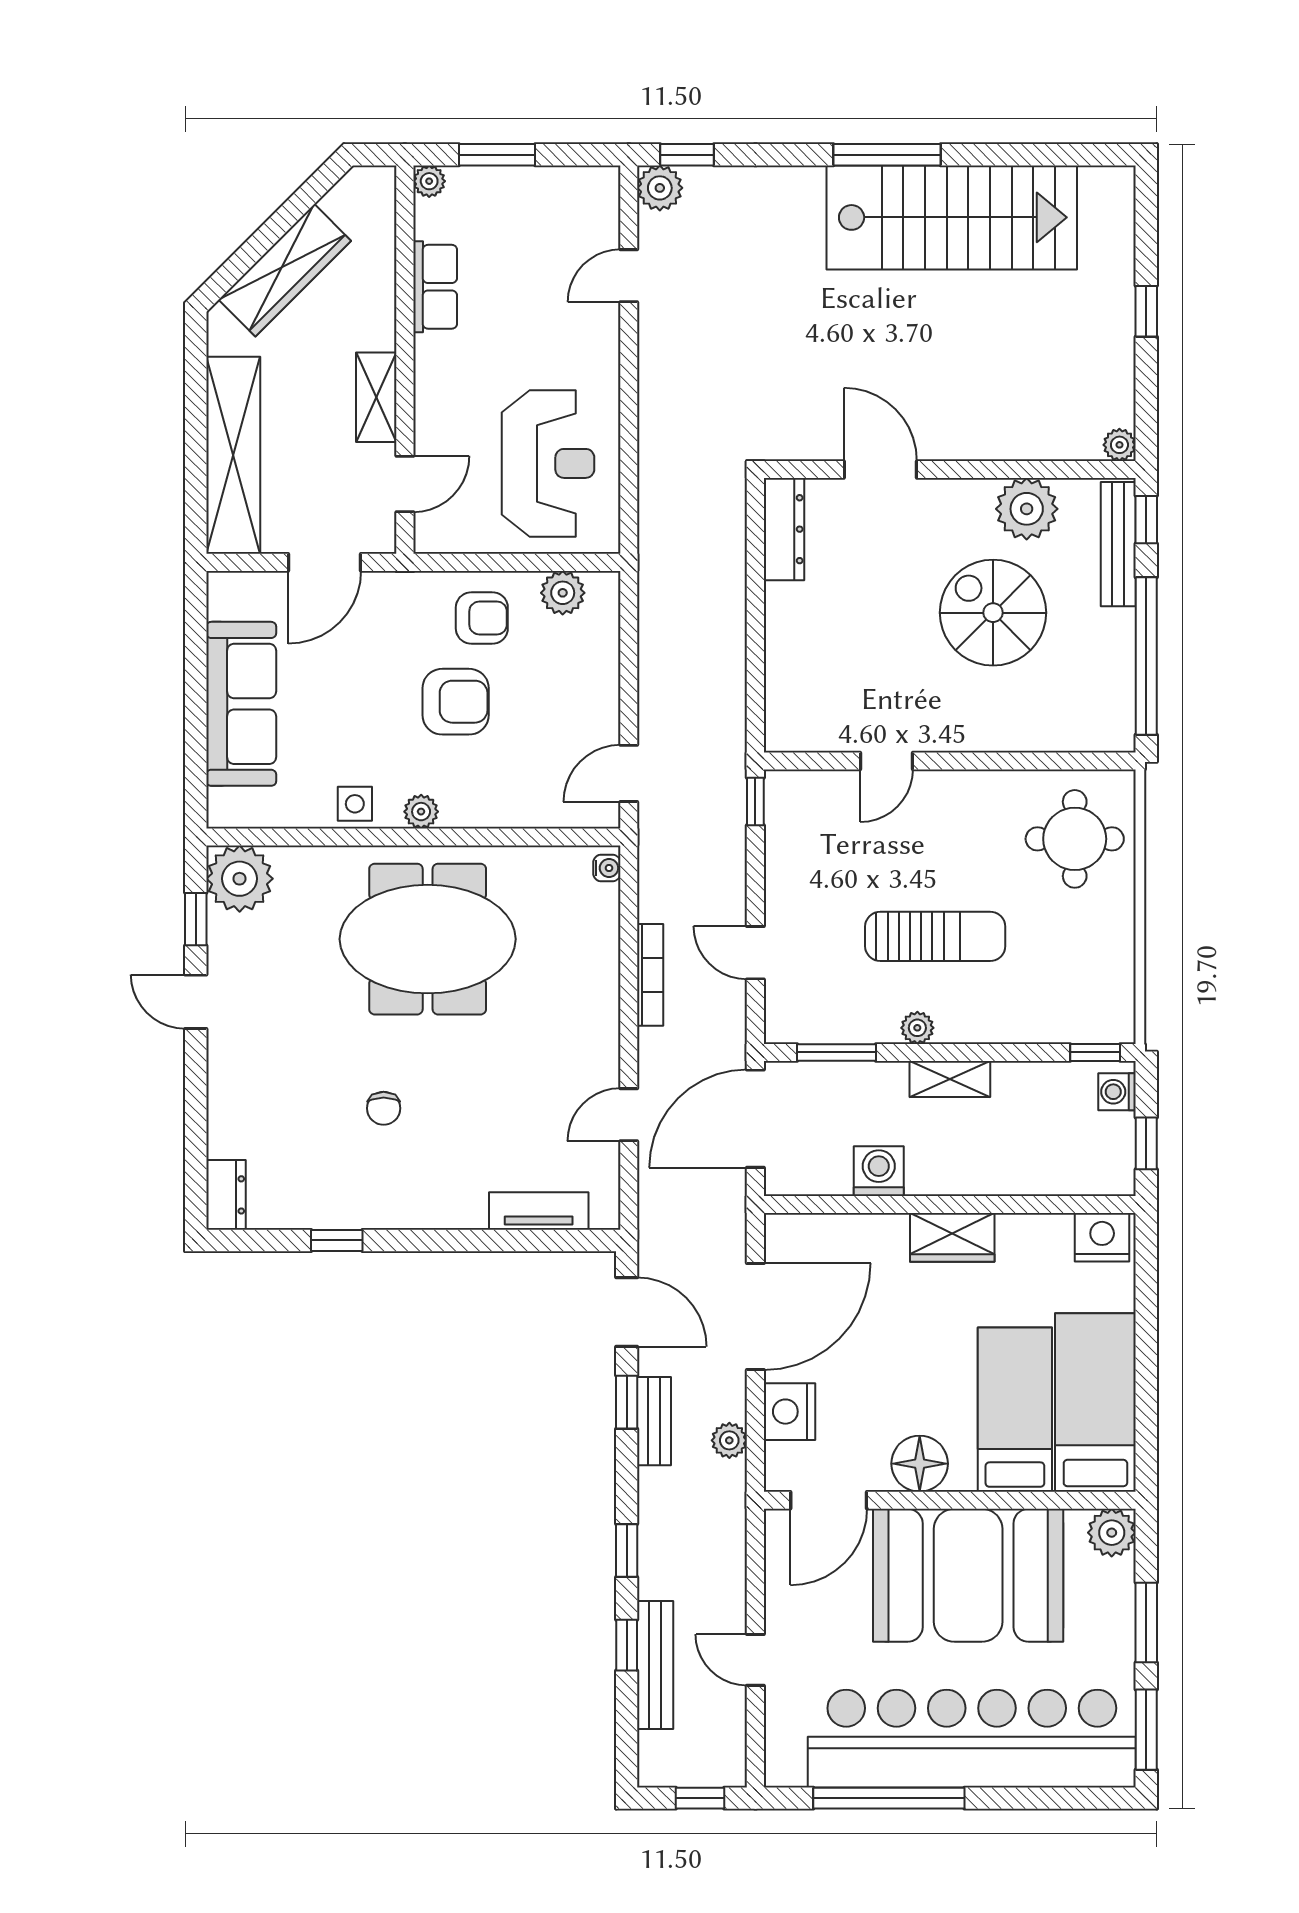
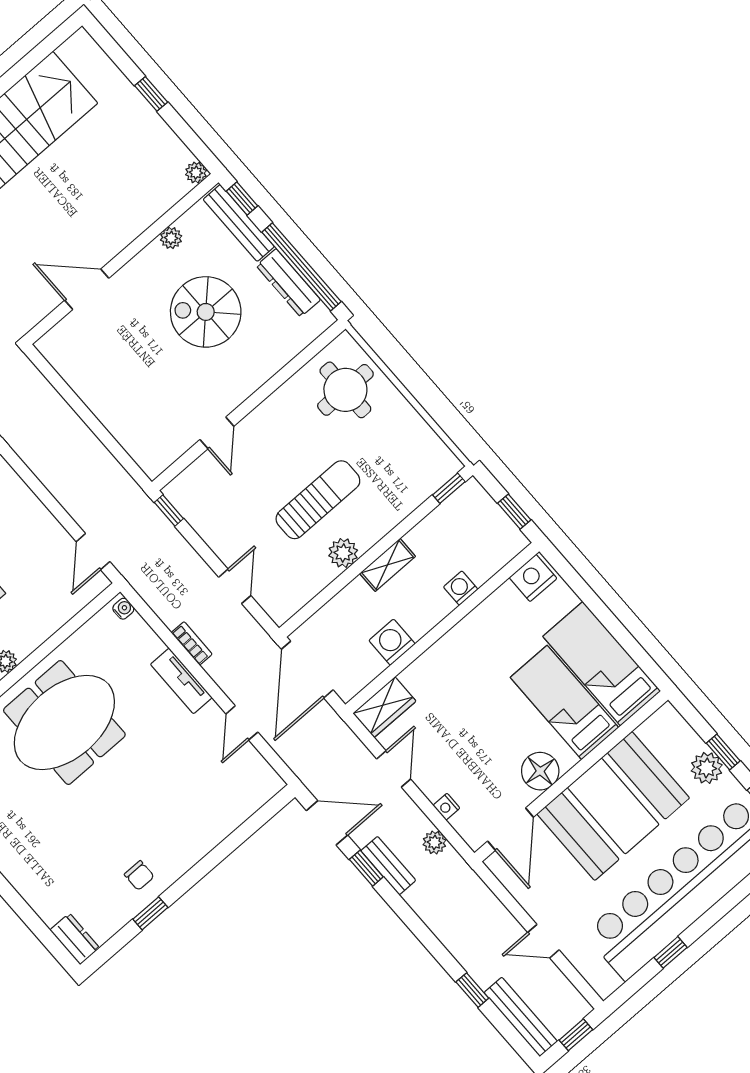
plant: (1027, 509) -> (171, 238), width x0.53, depth x0.53
dresser: (784, 529) -> (288, 283), moved, turned 180
door: (755, 953) -> (235, 586), swing flipped
bookcase: (650, 975) -> (192, 643), width x0.64
plant: (917, 1028) -> (343, 553), width x1.38, depth x1.38
window: (836, 1052) -> (319, 601), removed
washing machine: (1117, 1092) -> (461, 588), moved, turned 90
chair: (384, 1108) -> (139, 875), moved
tv unit: (539, 1211) -> (181, 681), moved, turned -90
wardrobe: (952, 1237) -> (384, 707), moved
door: (755, 1317) -> (394, 769), width x0.53
nightstand: (789, 1412) -> (446, 807), width x0.53, depth x0.56
plant: (1112, 1533) -> (707, 768), moved
window: (627, 1550) -> (431, 943), removed
window: (1146, 1623) -> (723, 752), width x0.67
bench: (655, 1665) -> (521, 1017), moved
window: (889, 1798) -> (671, 952), width x0.32

